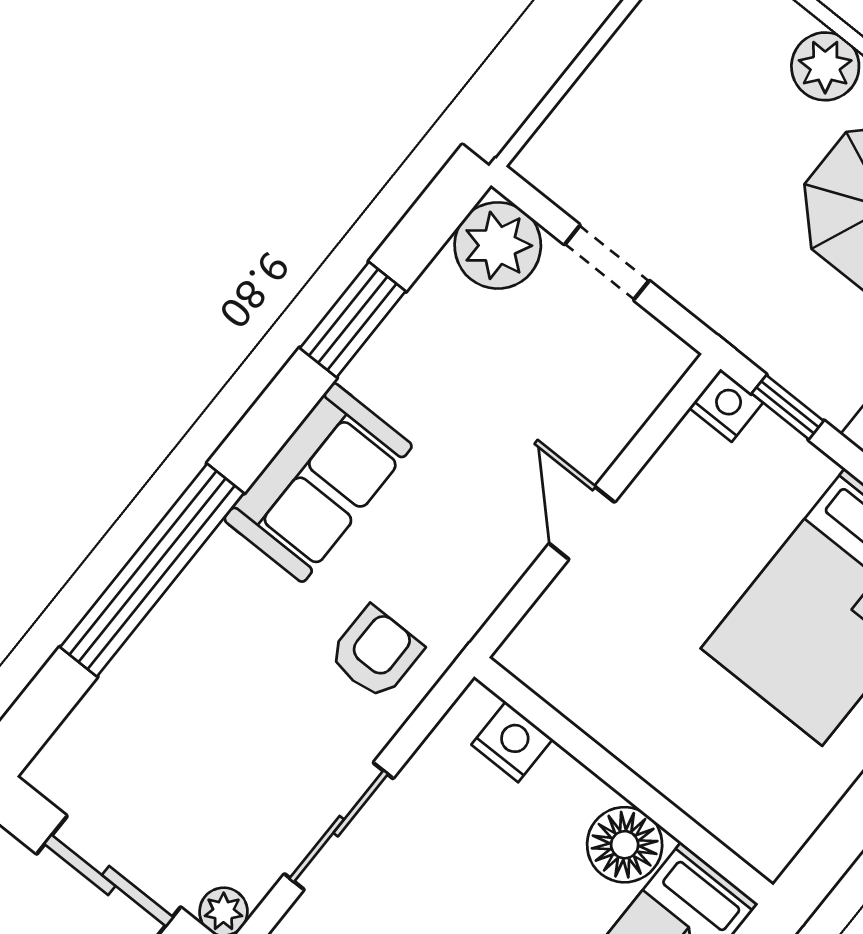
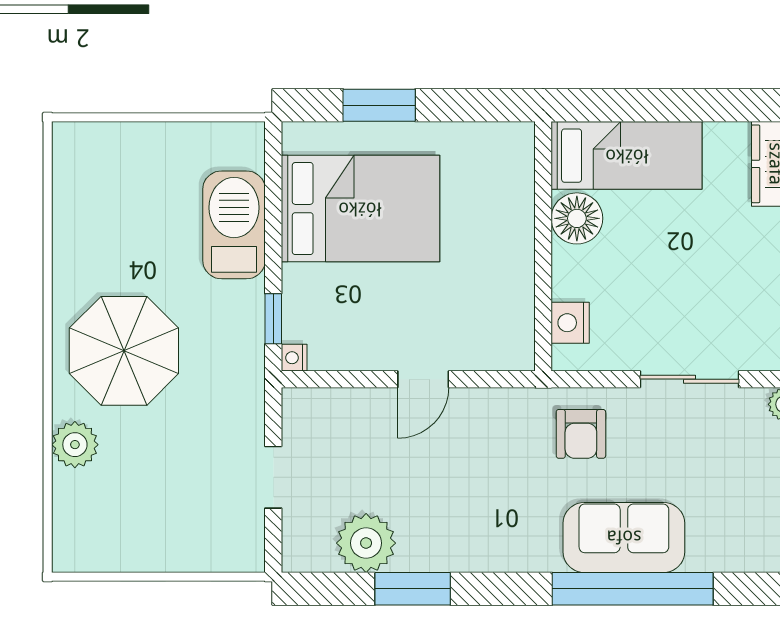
plant: (498, 245) -> (366, 543), moved
nightstand: (726, 405) -> (294, 358), width x0.72, depth x0.74
sofa: (318, 482) -> (624, 537), moved
armchair: (376, 653) -> (581, 434), turned -90

